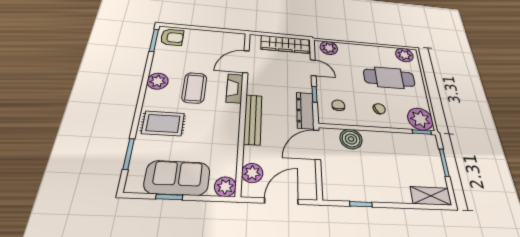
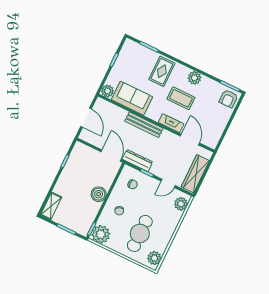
boiler: (351, 139) -> (99, 194), moved
plant: (252, 173) -> (109, 109), removed
sofa: (177, 178) -> (132, 98), moved, turned -90

